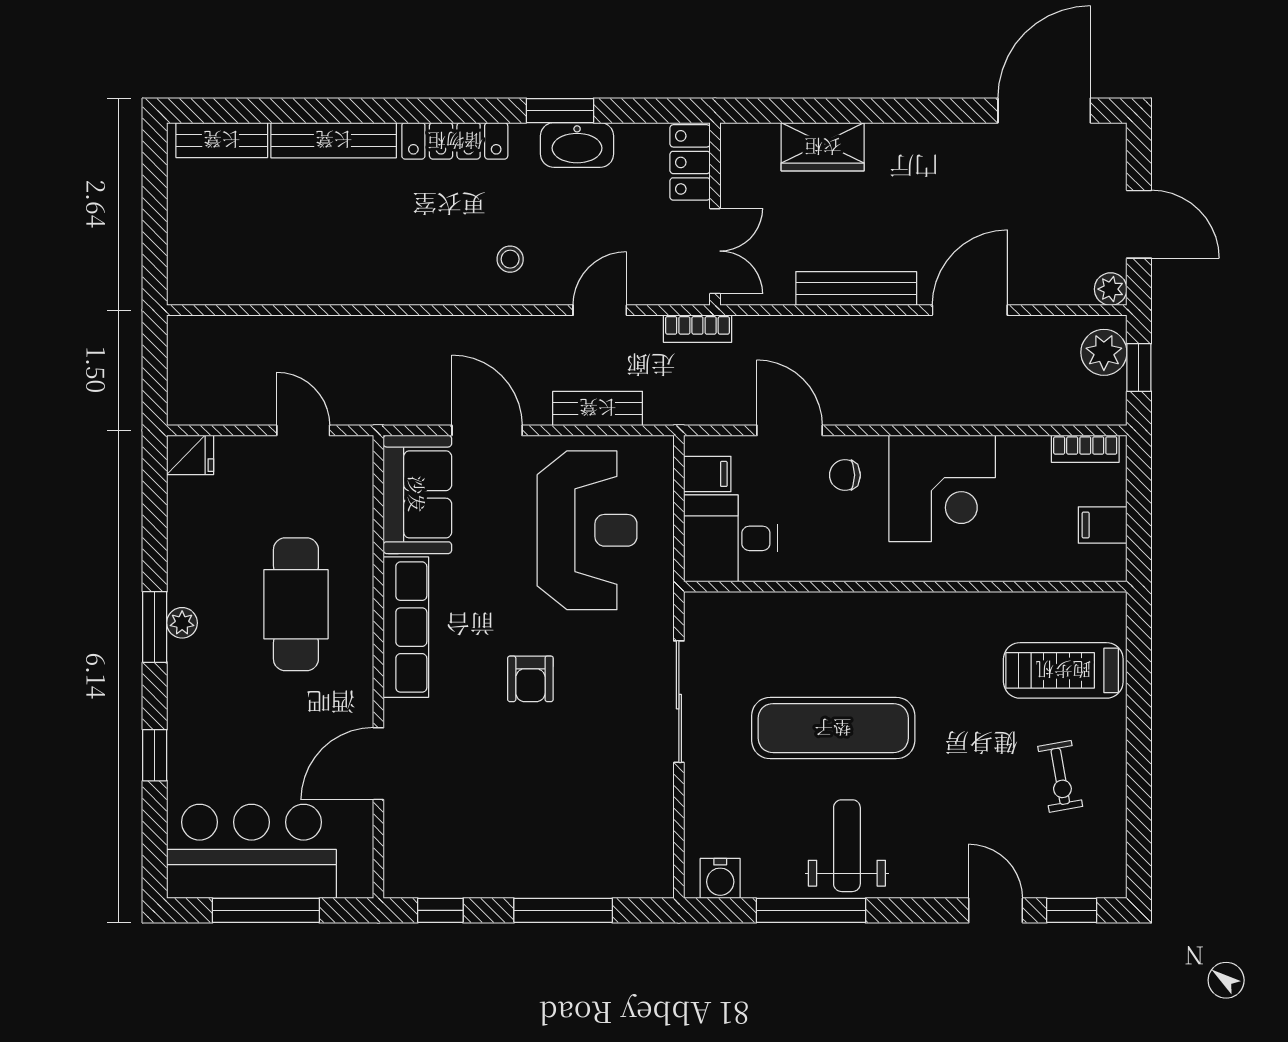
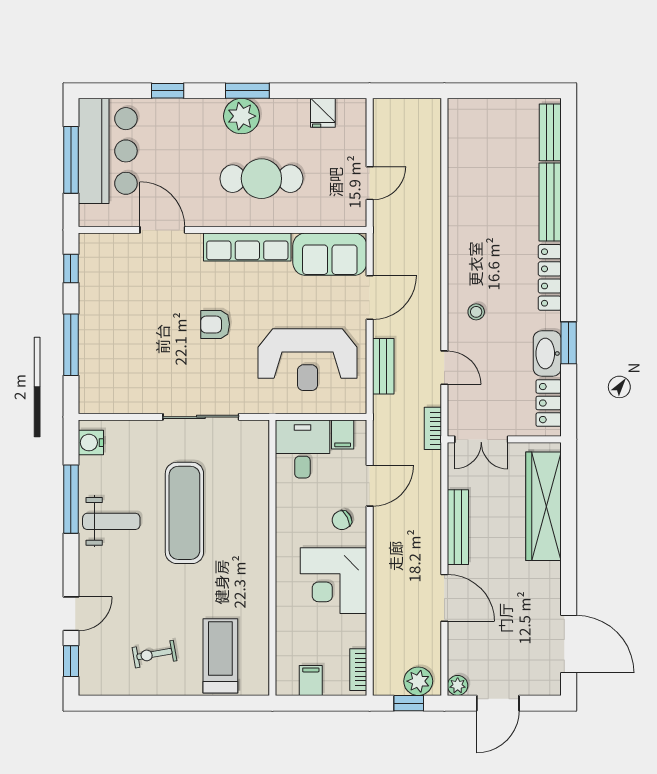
wardrobe: (823, 147) -> (544, 506), width x2.10, depth x1.17
locker: (690, 162) -> (549, 403), moved, turned -90
fridge: (190, 455) -> (323, 113), moved
chair: (845, 475) -> (342, 520), turned -117
plant: (182, 623) -> (242, 116), width x1.88, depth x1.88

